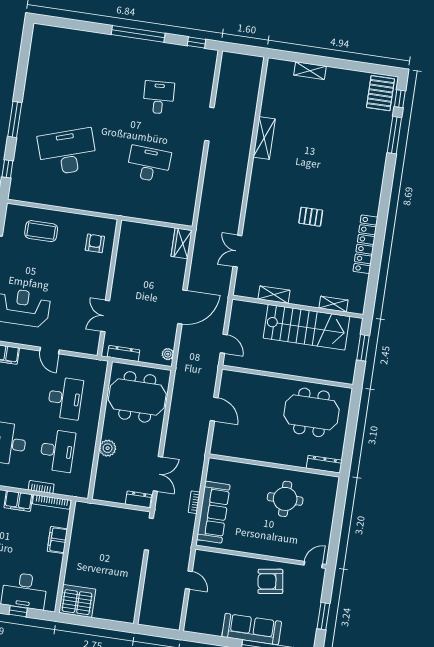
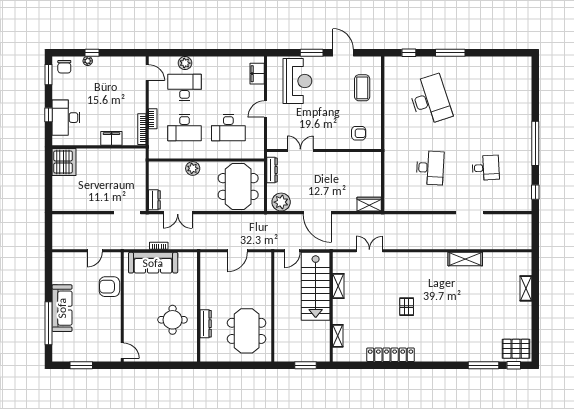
stairs: (307, 327) -> (316, 286), moved
plant: (168, 354) -> (281, 202), width x1.88, depth x1.88
dresser: (324, 464) -> (206, 324), moved
filing cabinet: (18, 501) -> (139, 102), removed
armchair: (270, 581) -> (109, 287), moved, turned -82

